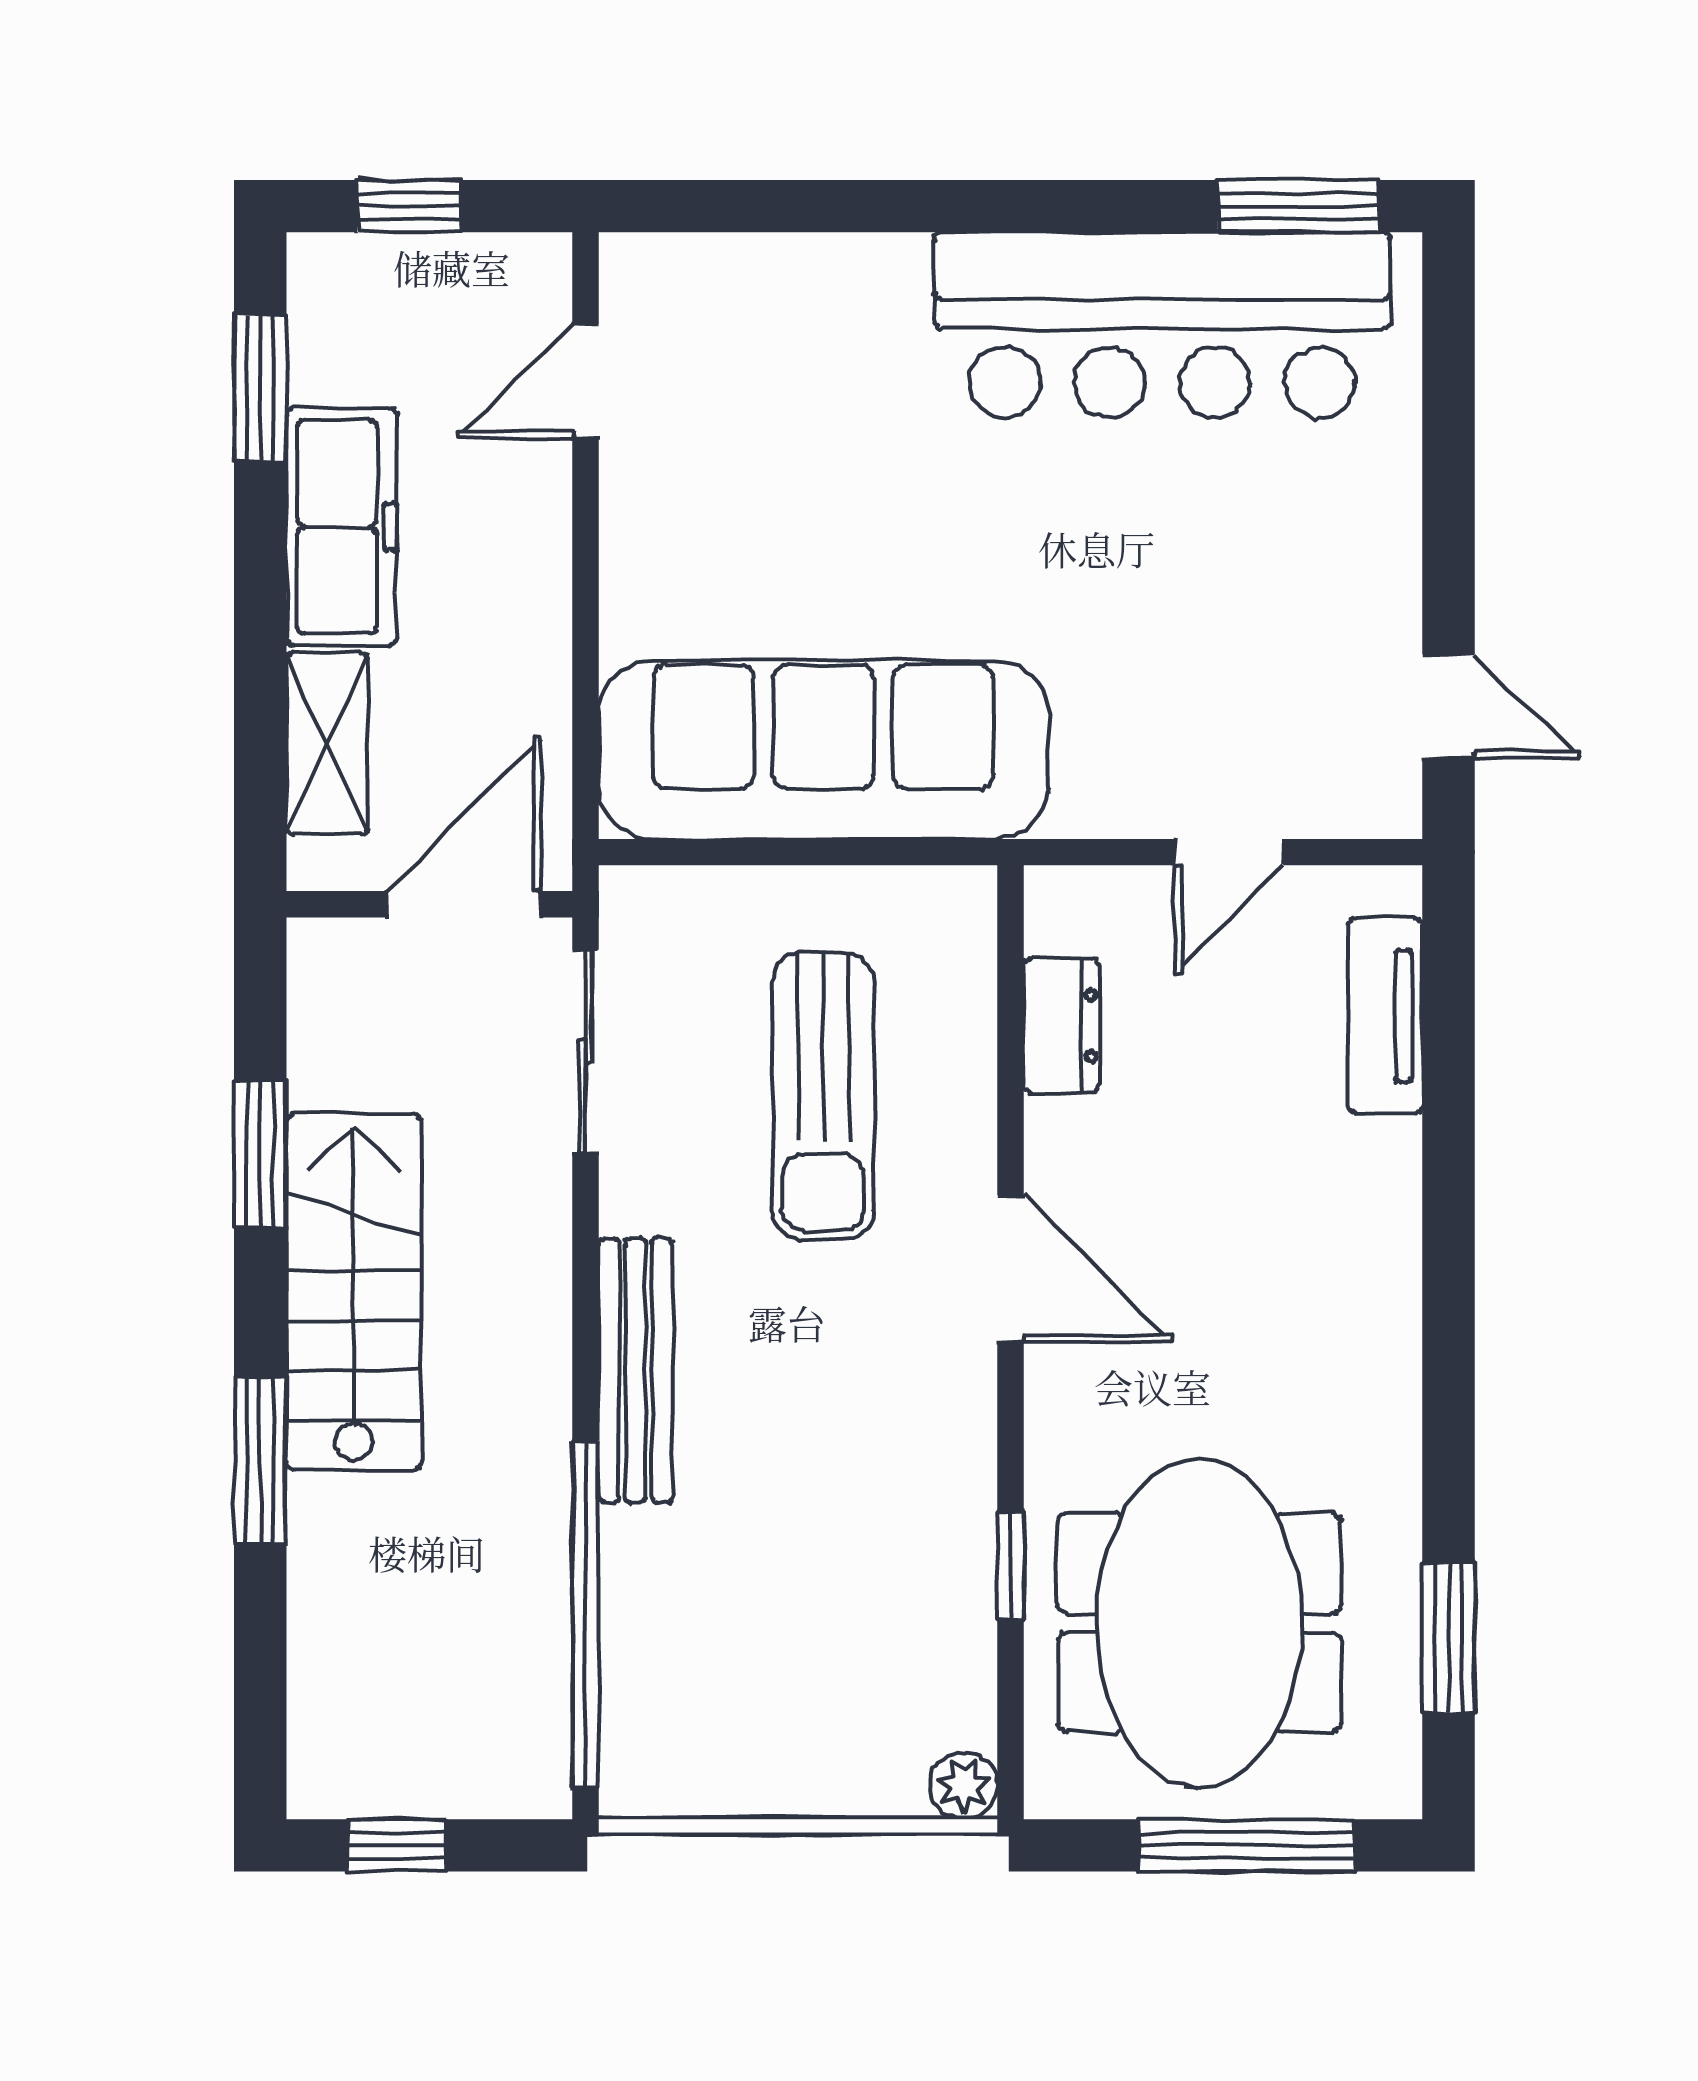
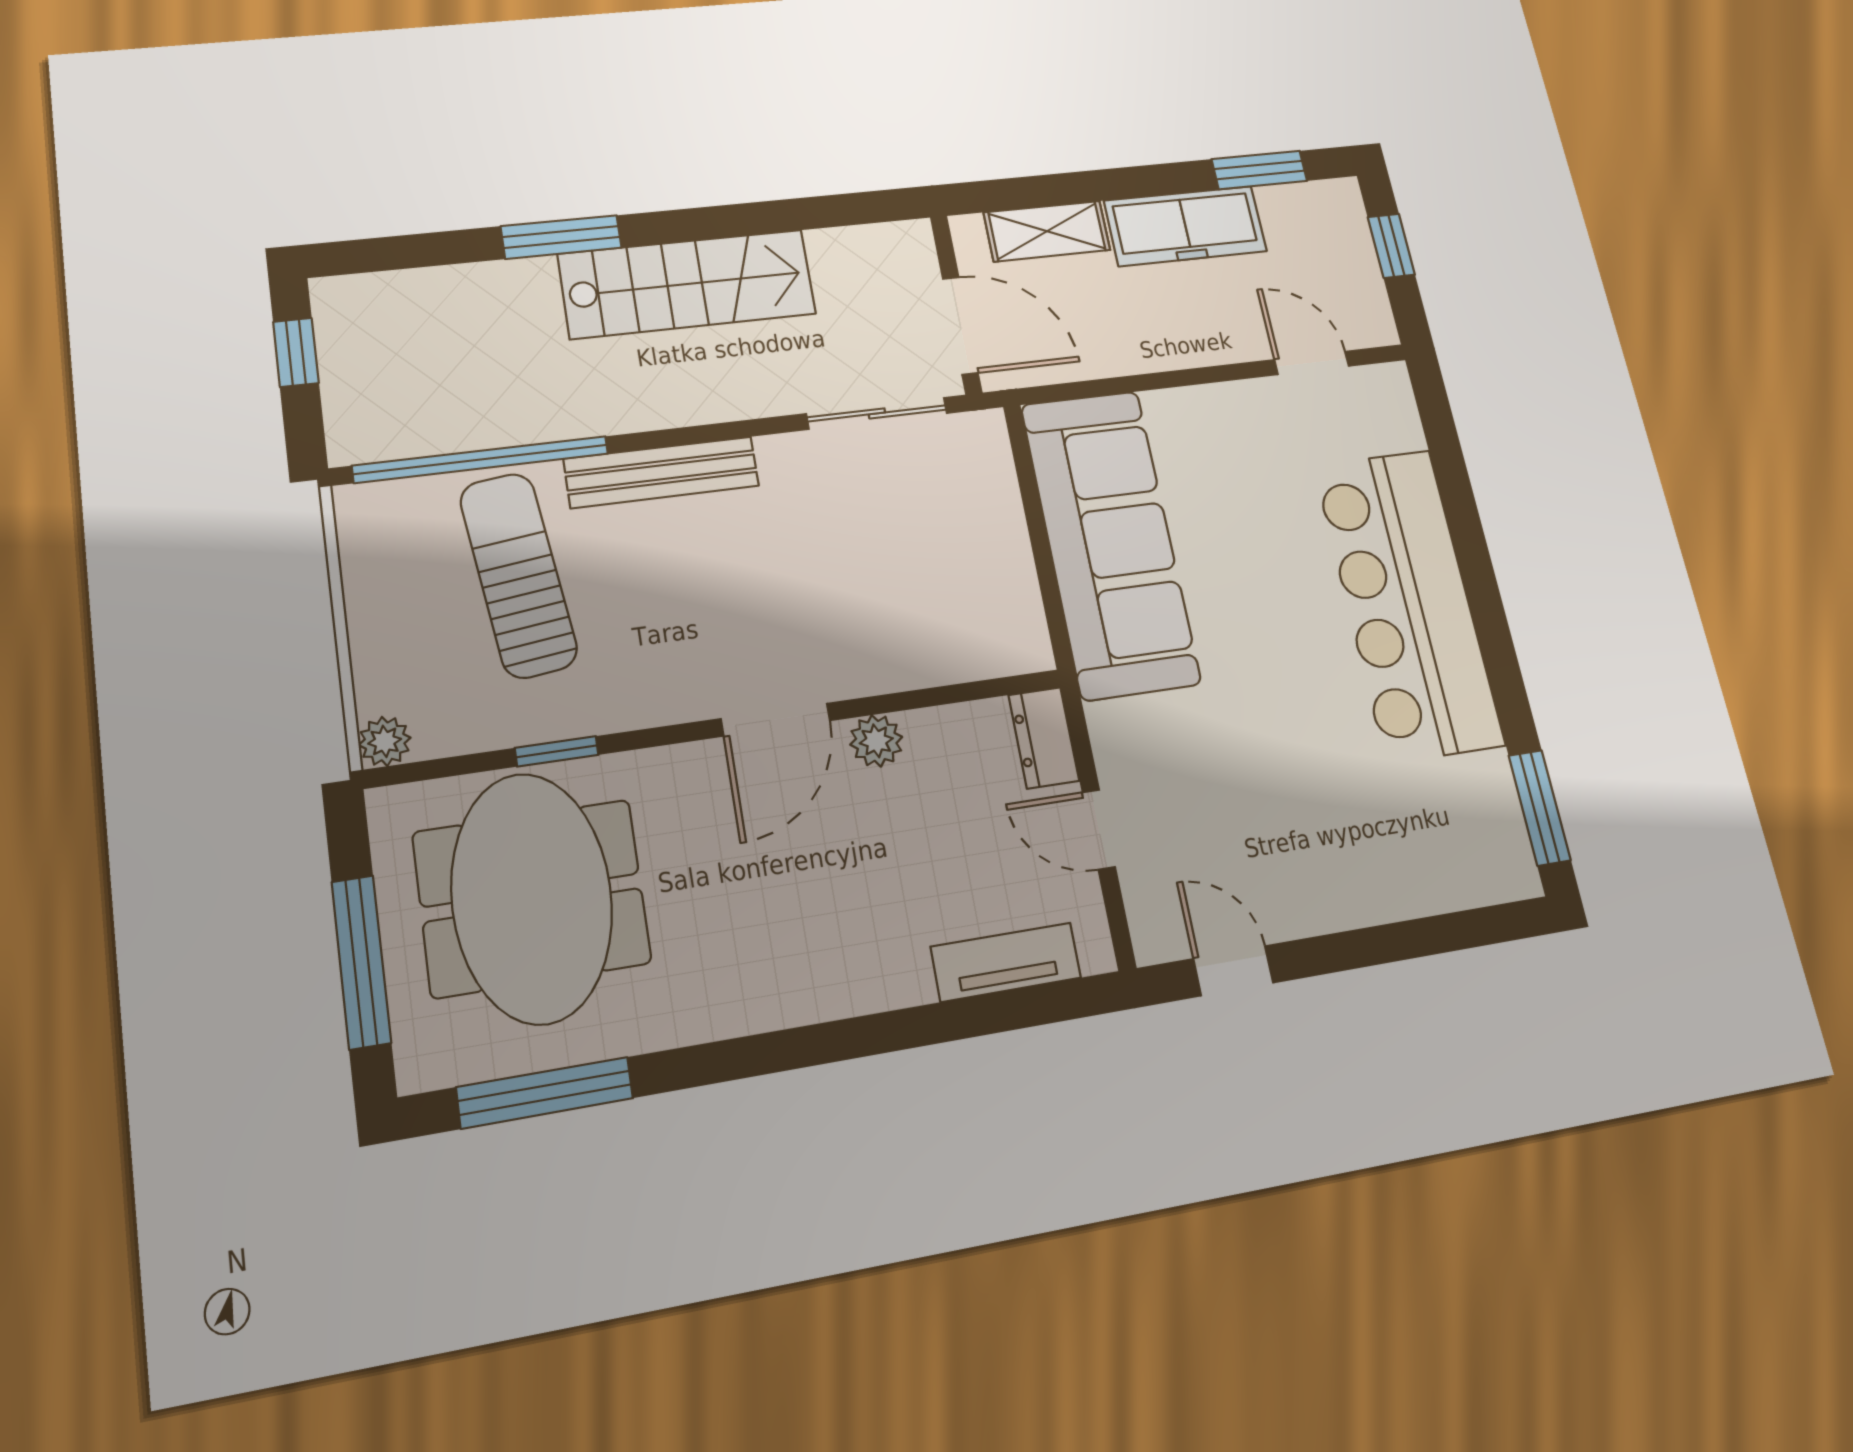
bar counter: (1162, 325) -> (1408, 604), moved
door: (1449, 706) -> (1233, 971), swing flipped
dresser: (1061, 1026) -> (1044, 738), moved, turned 90
sun lounger: (823, 1096) -> (518, 575), moved, turned 83
plant: (1060, 1136) -> (876, 741), added
window: (260, 1154) -> (771, 217), removed
meeting table: (1199, 1623) -> (532, 898), turned 90
window: (1449, 1638) -> (545, 1093), width x1.44

